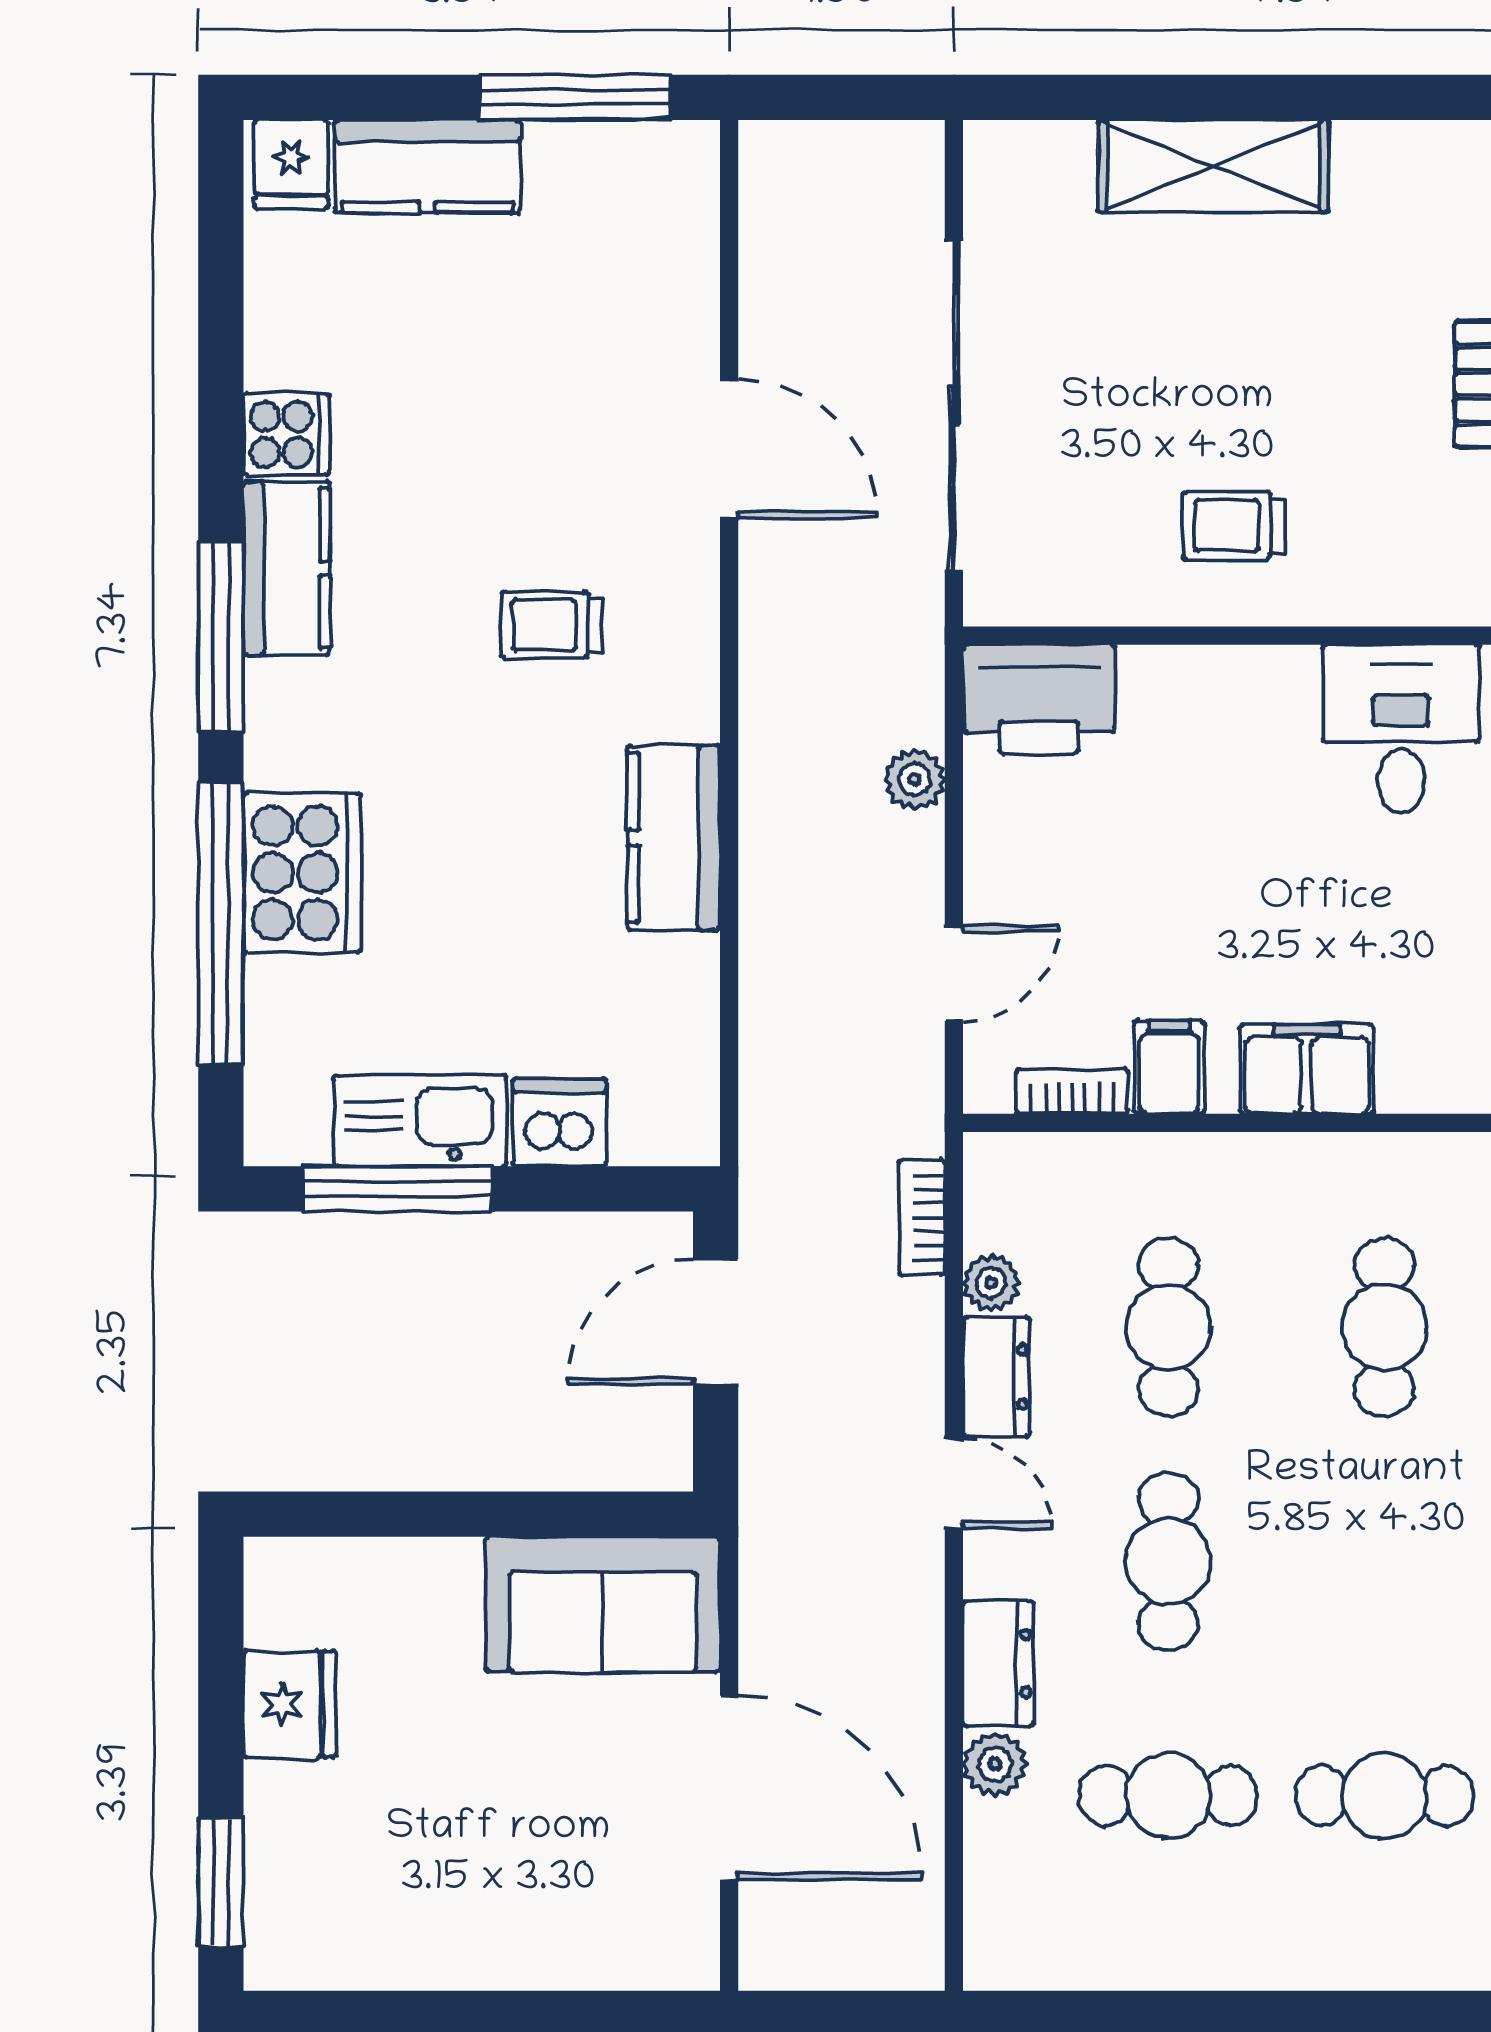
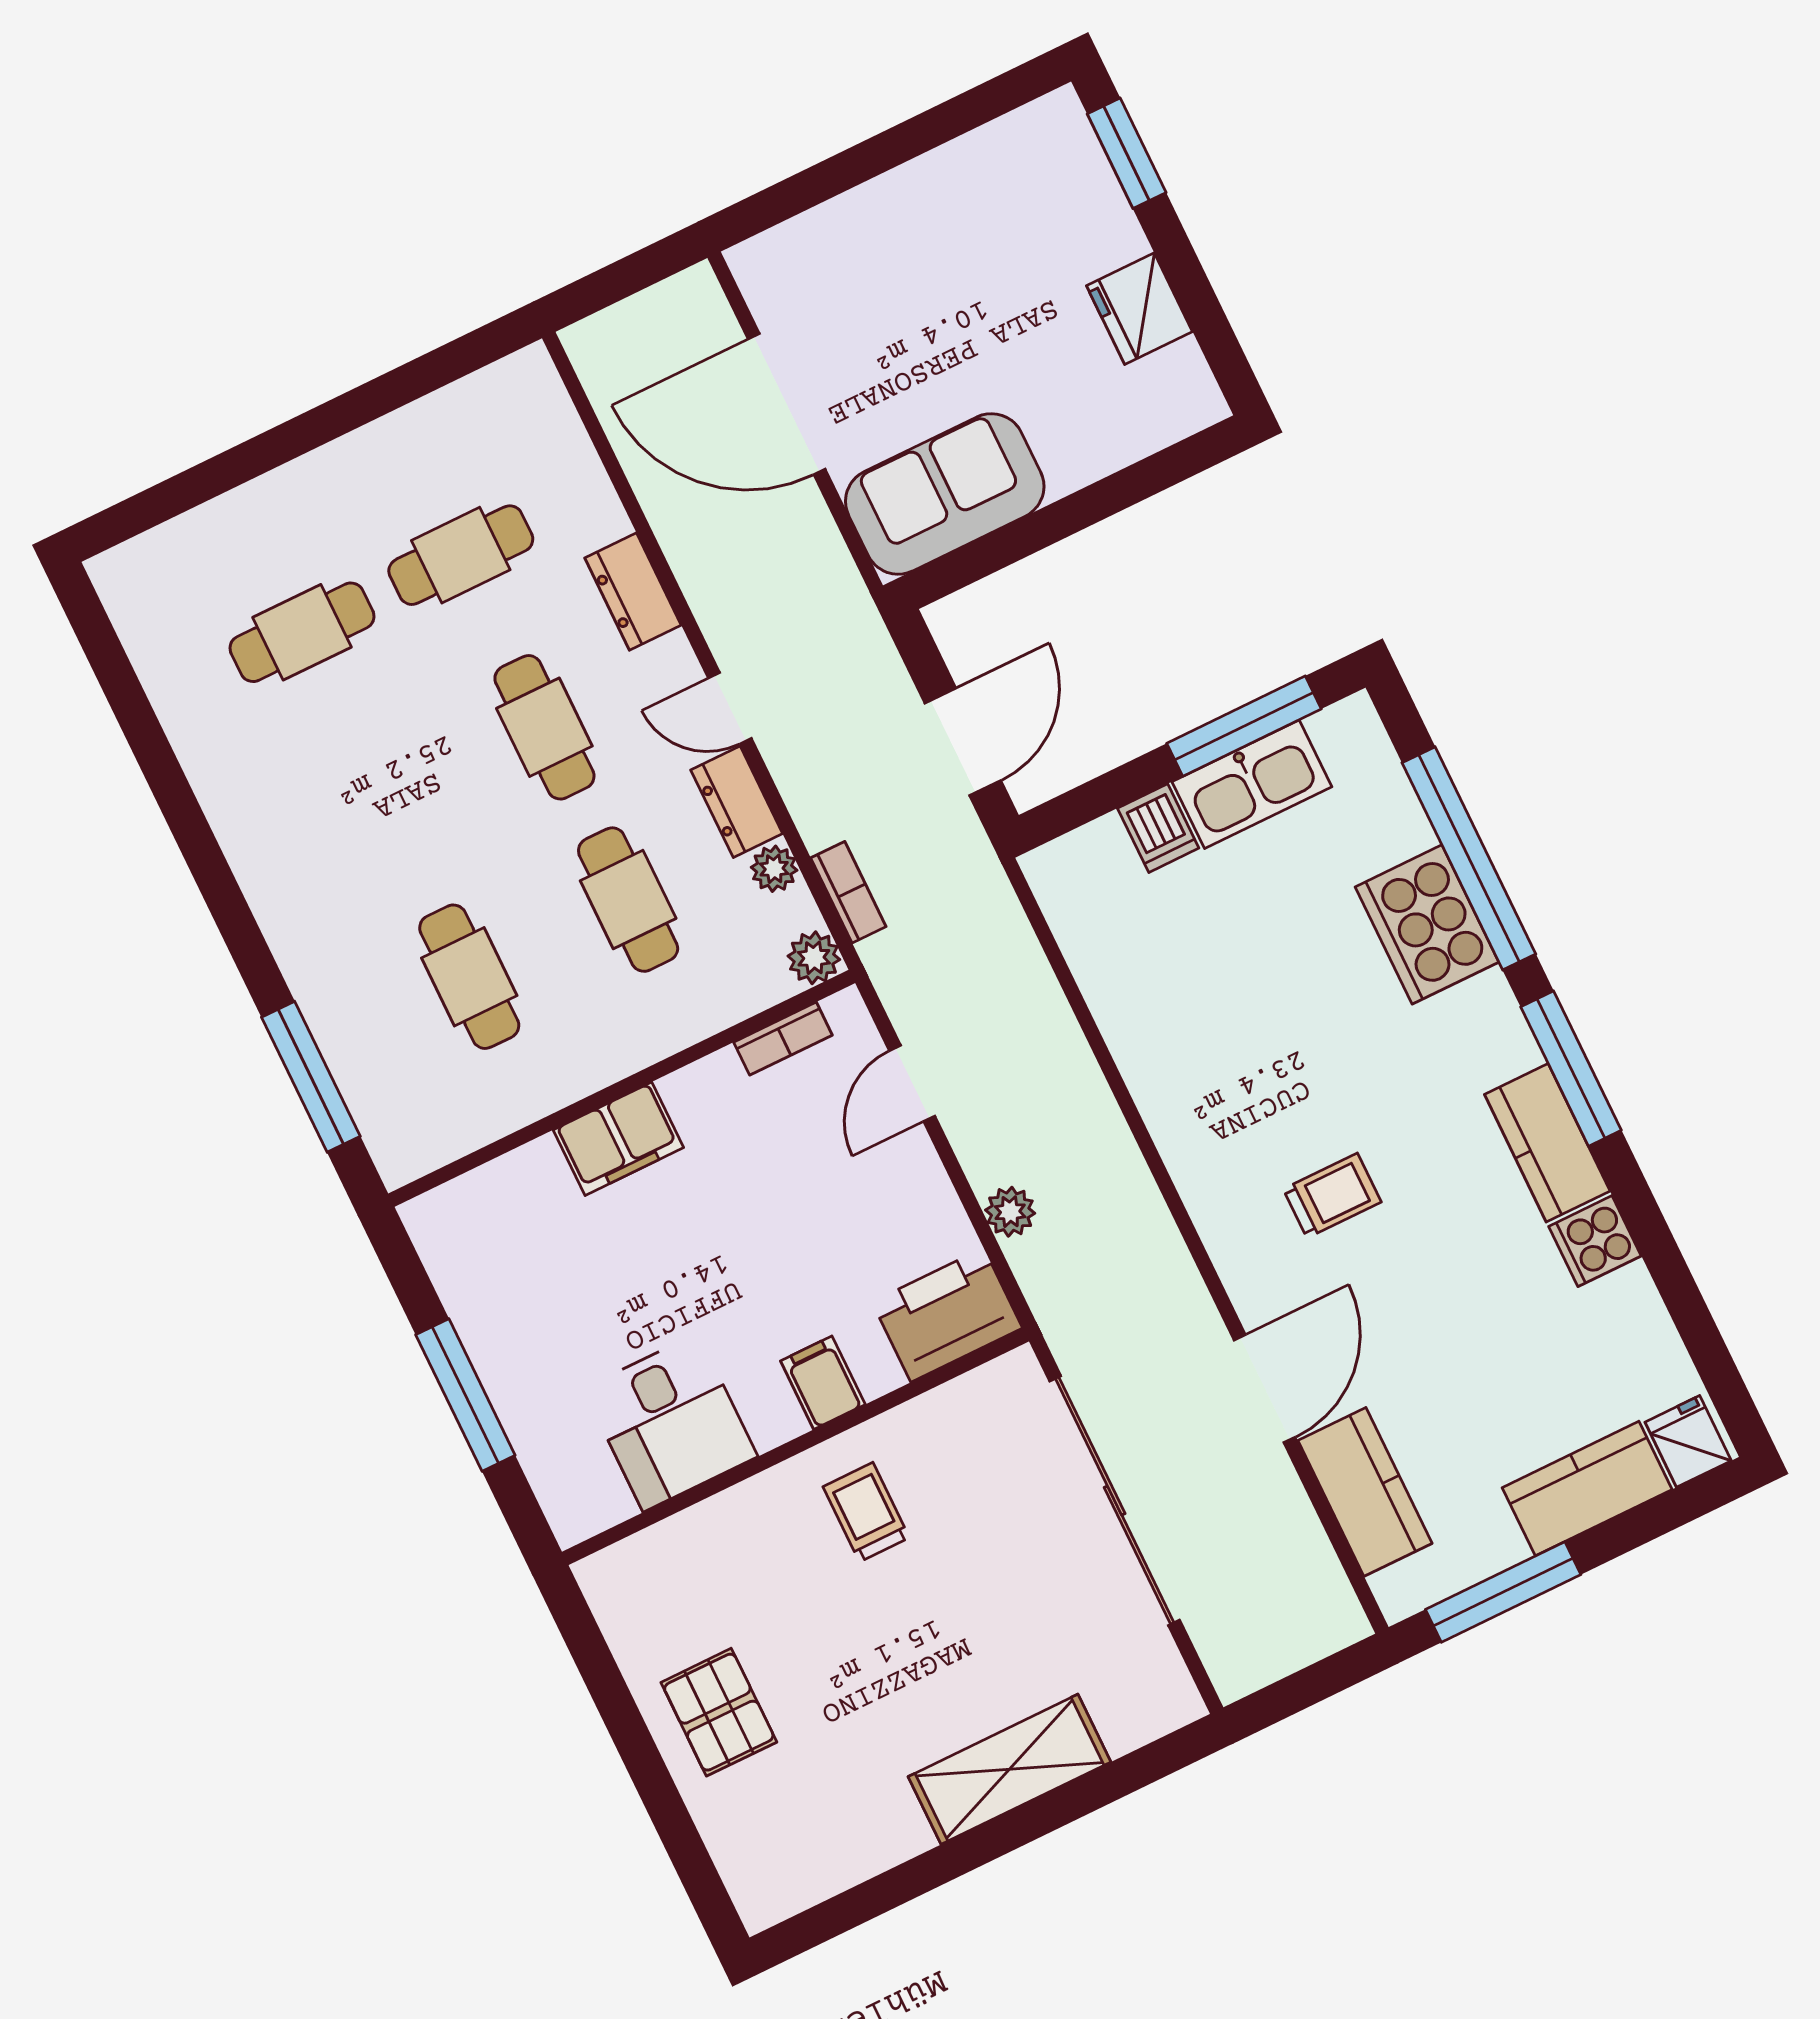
door: (729, 448) -> (1265, 1389), swing flipped
trolley: (1234, 526) -> (866, 1512), turned -90
kitchen counter: (674, 838) -> (1365, 1492), moved
filing cabinet: (1169, 1067) -> (823, 1383), moved, turned 180
dishwasher: (560, 1122) -> (1158, 828), width x0.73
plant: (995, 1764) -> (814, 958), moved

